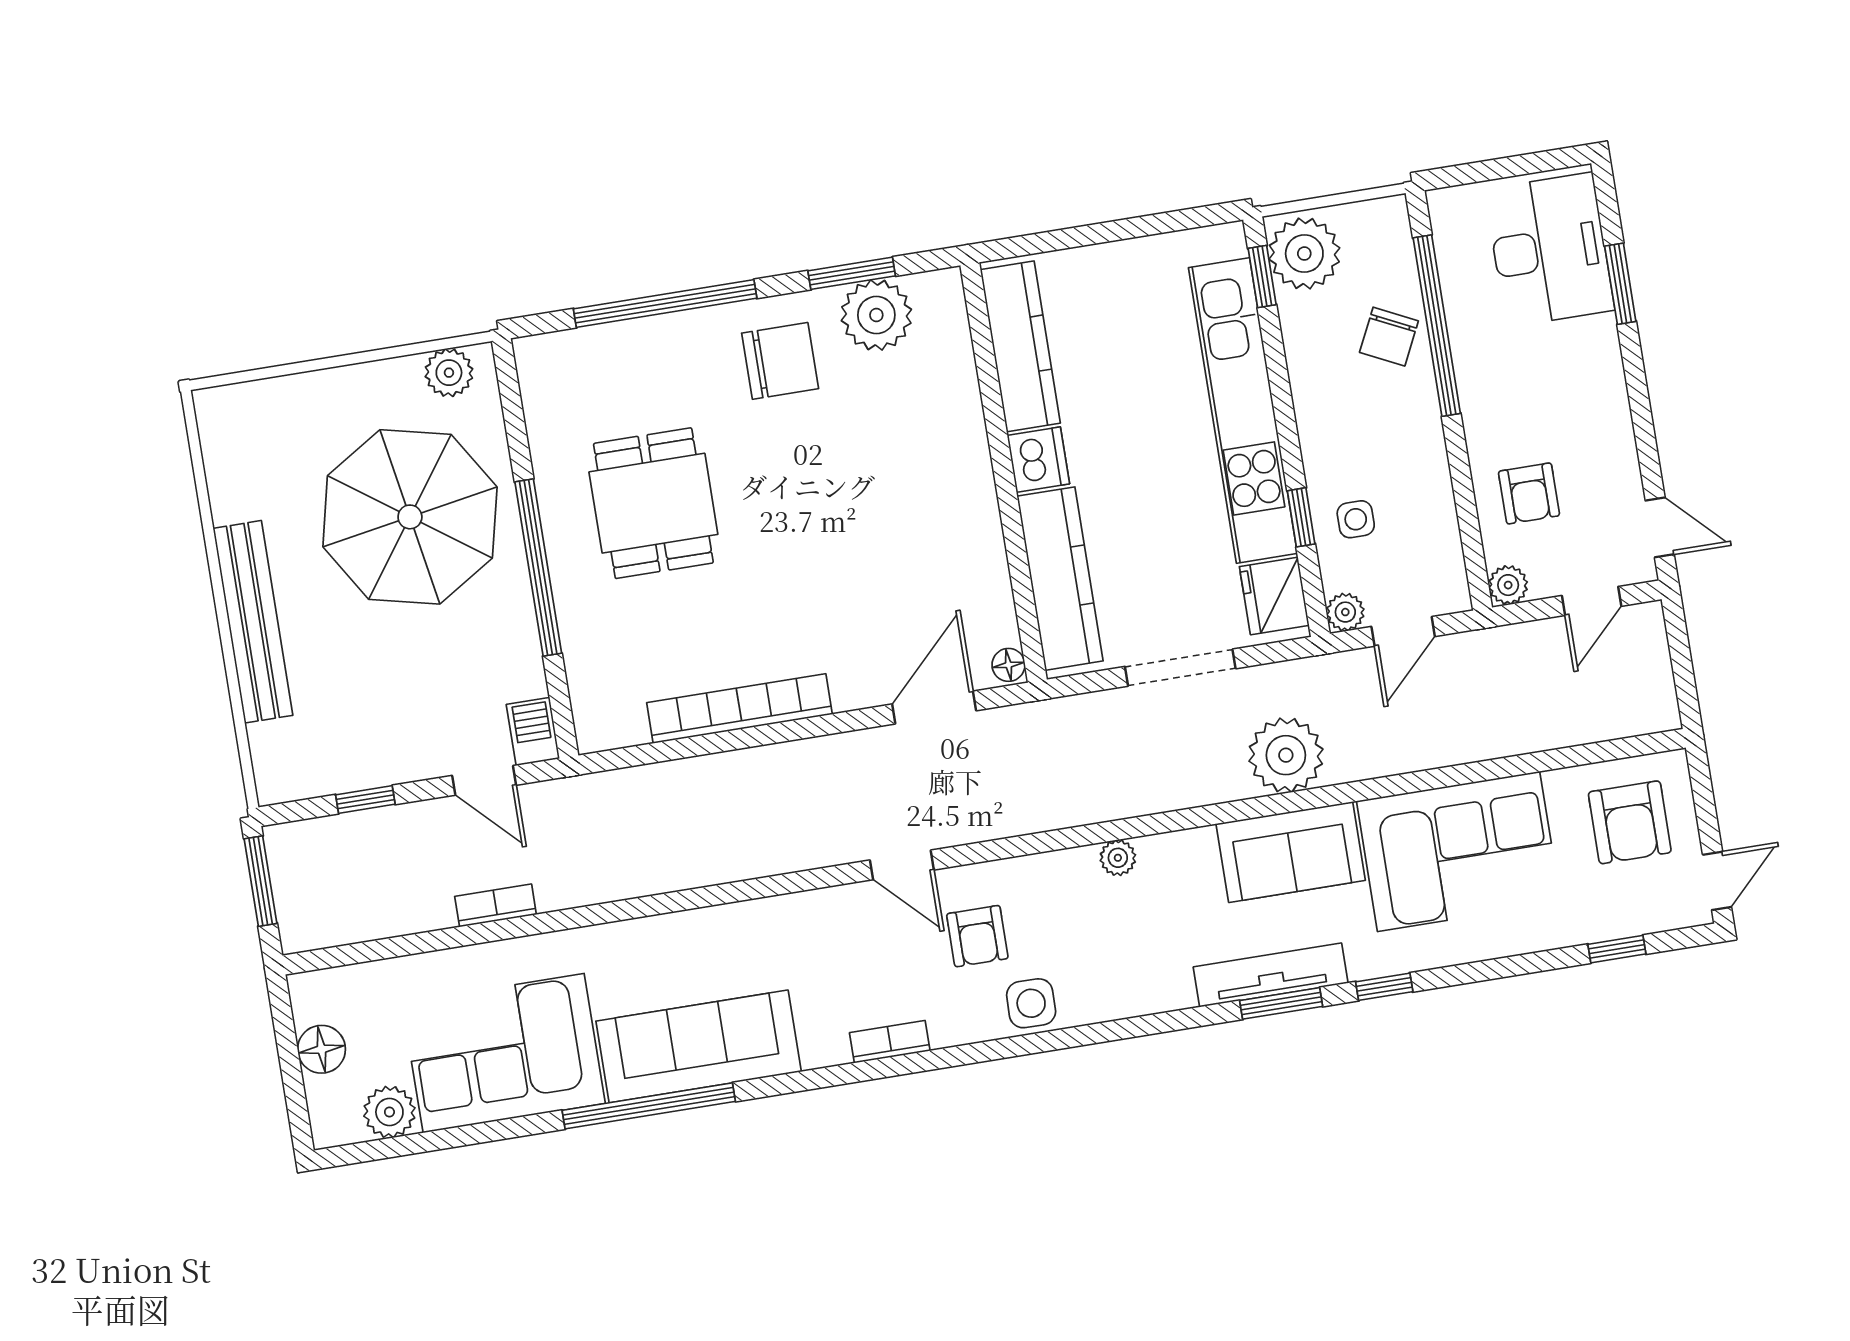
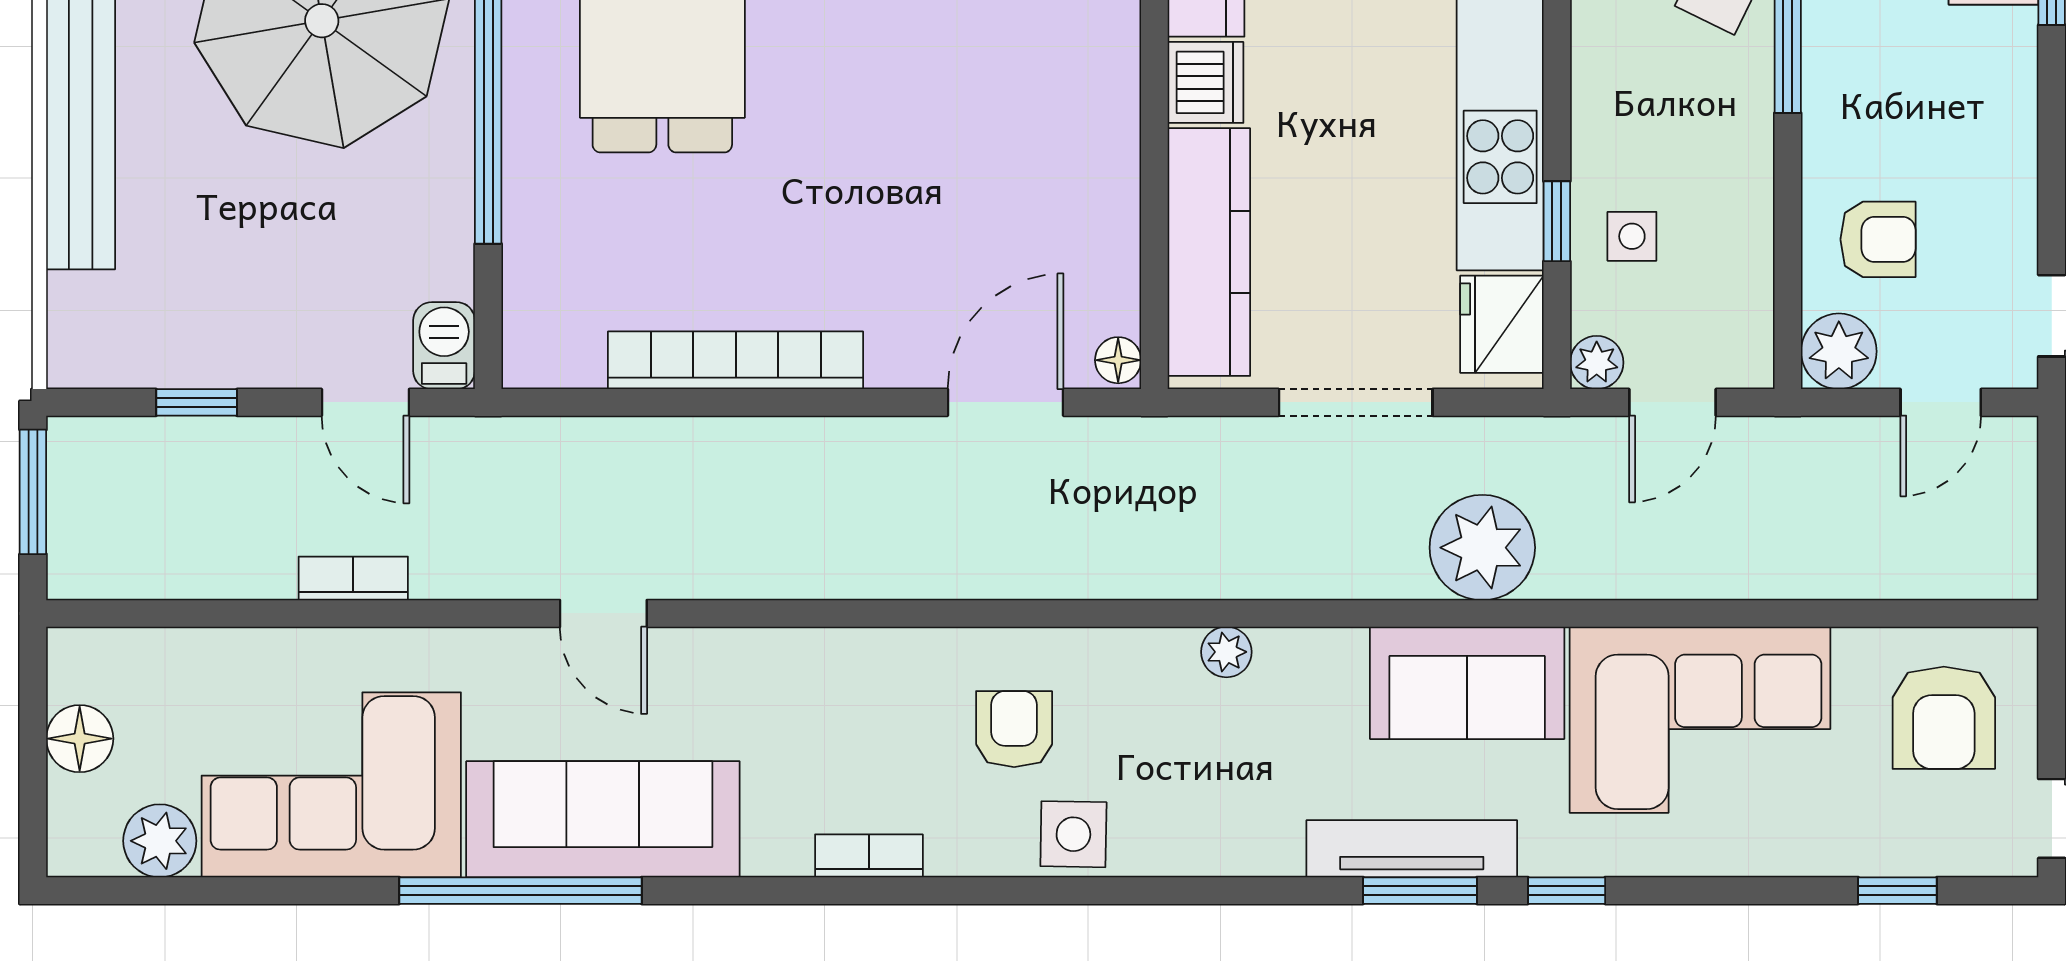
armchair: (1529, 493) -> (1878, 239), turned -90
plant: (1508, 585) -> (1839, 351), width x1.38, depth x1.38
door: (902, 865) -> (603, 613), moved
armchair: (977, 936) -> (1014, 729), turned 180

